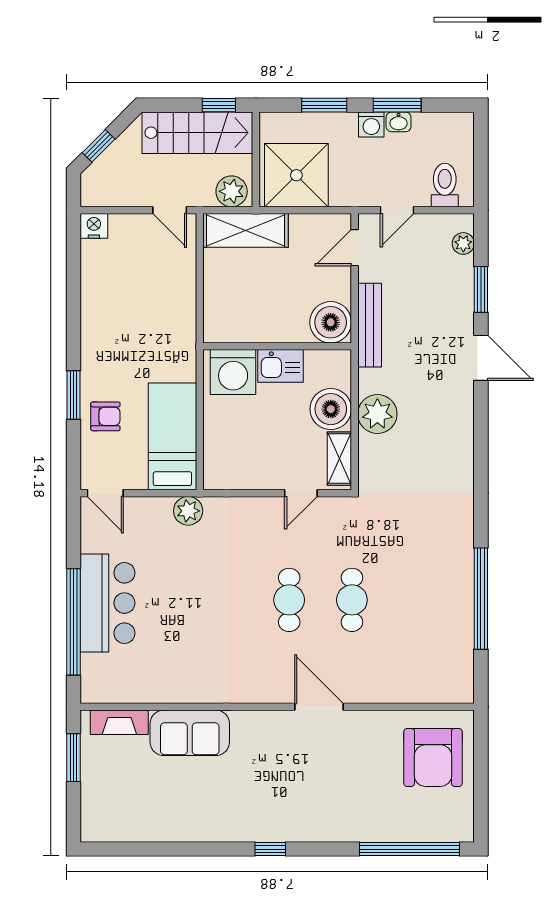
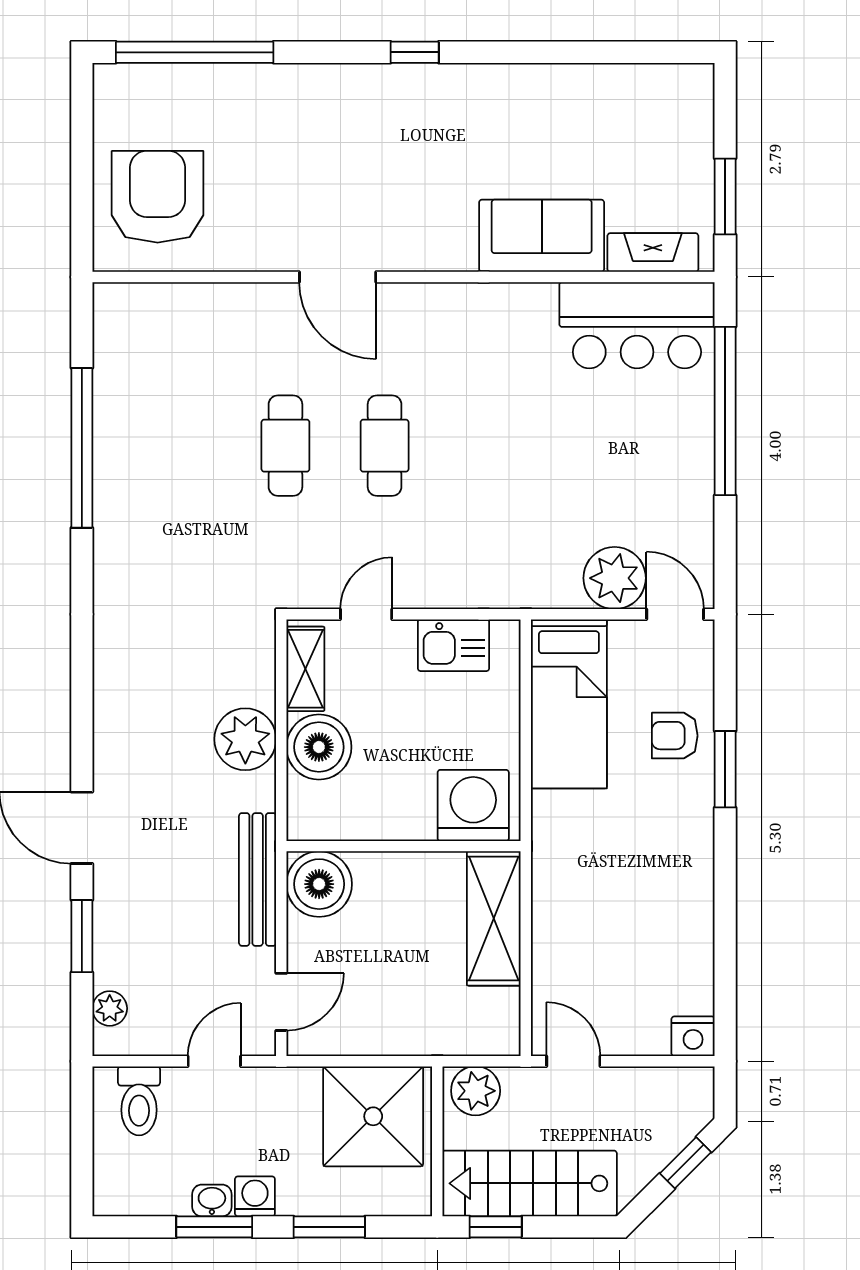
shelving: (246, 230) -> (494, 918), moved, turned 90
kitchen sink: (280, 366) -> (454, 645), moved, turned 180
plant: (188, 511) -> (615, 578), moved, width x1.36, depth x1.36
bar counter: (107, 603) -> (637, 325), moved, turned -90

